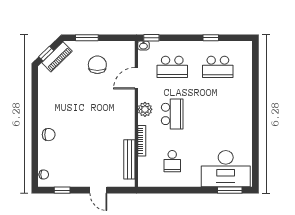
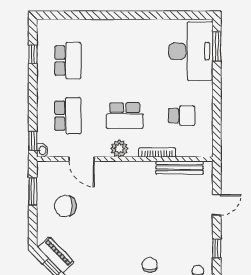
window: (87, 38) -> (33, 191), moved
window: (211, 38) -> (33, 54), moved
school desk: (172, 114) -> (125, 116), turned 180

